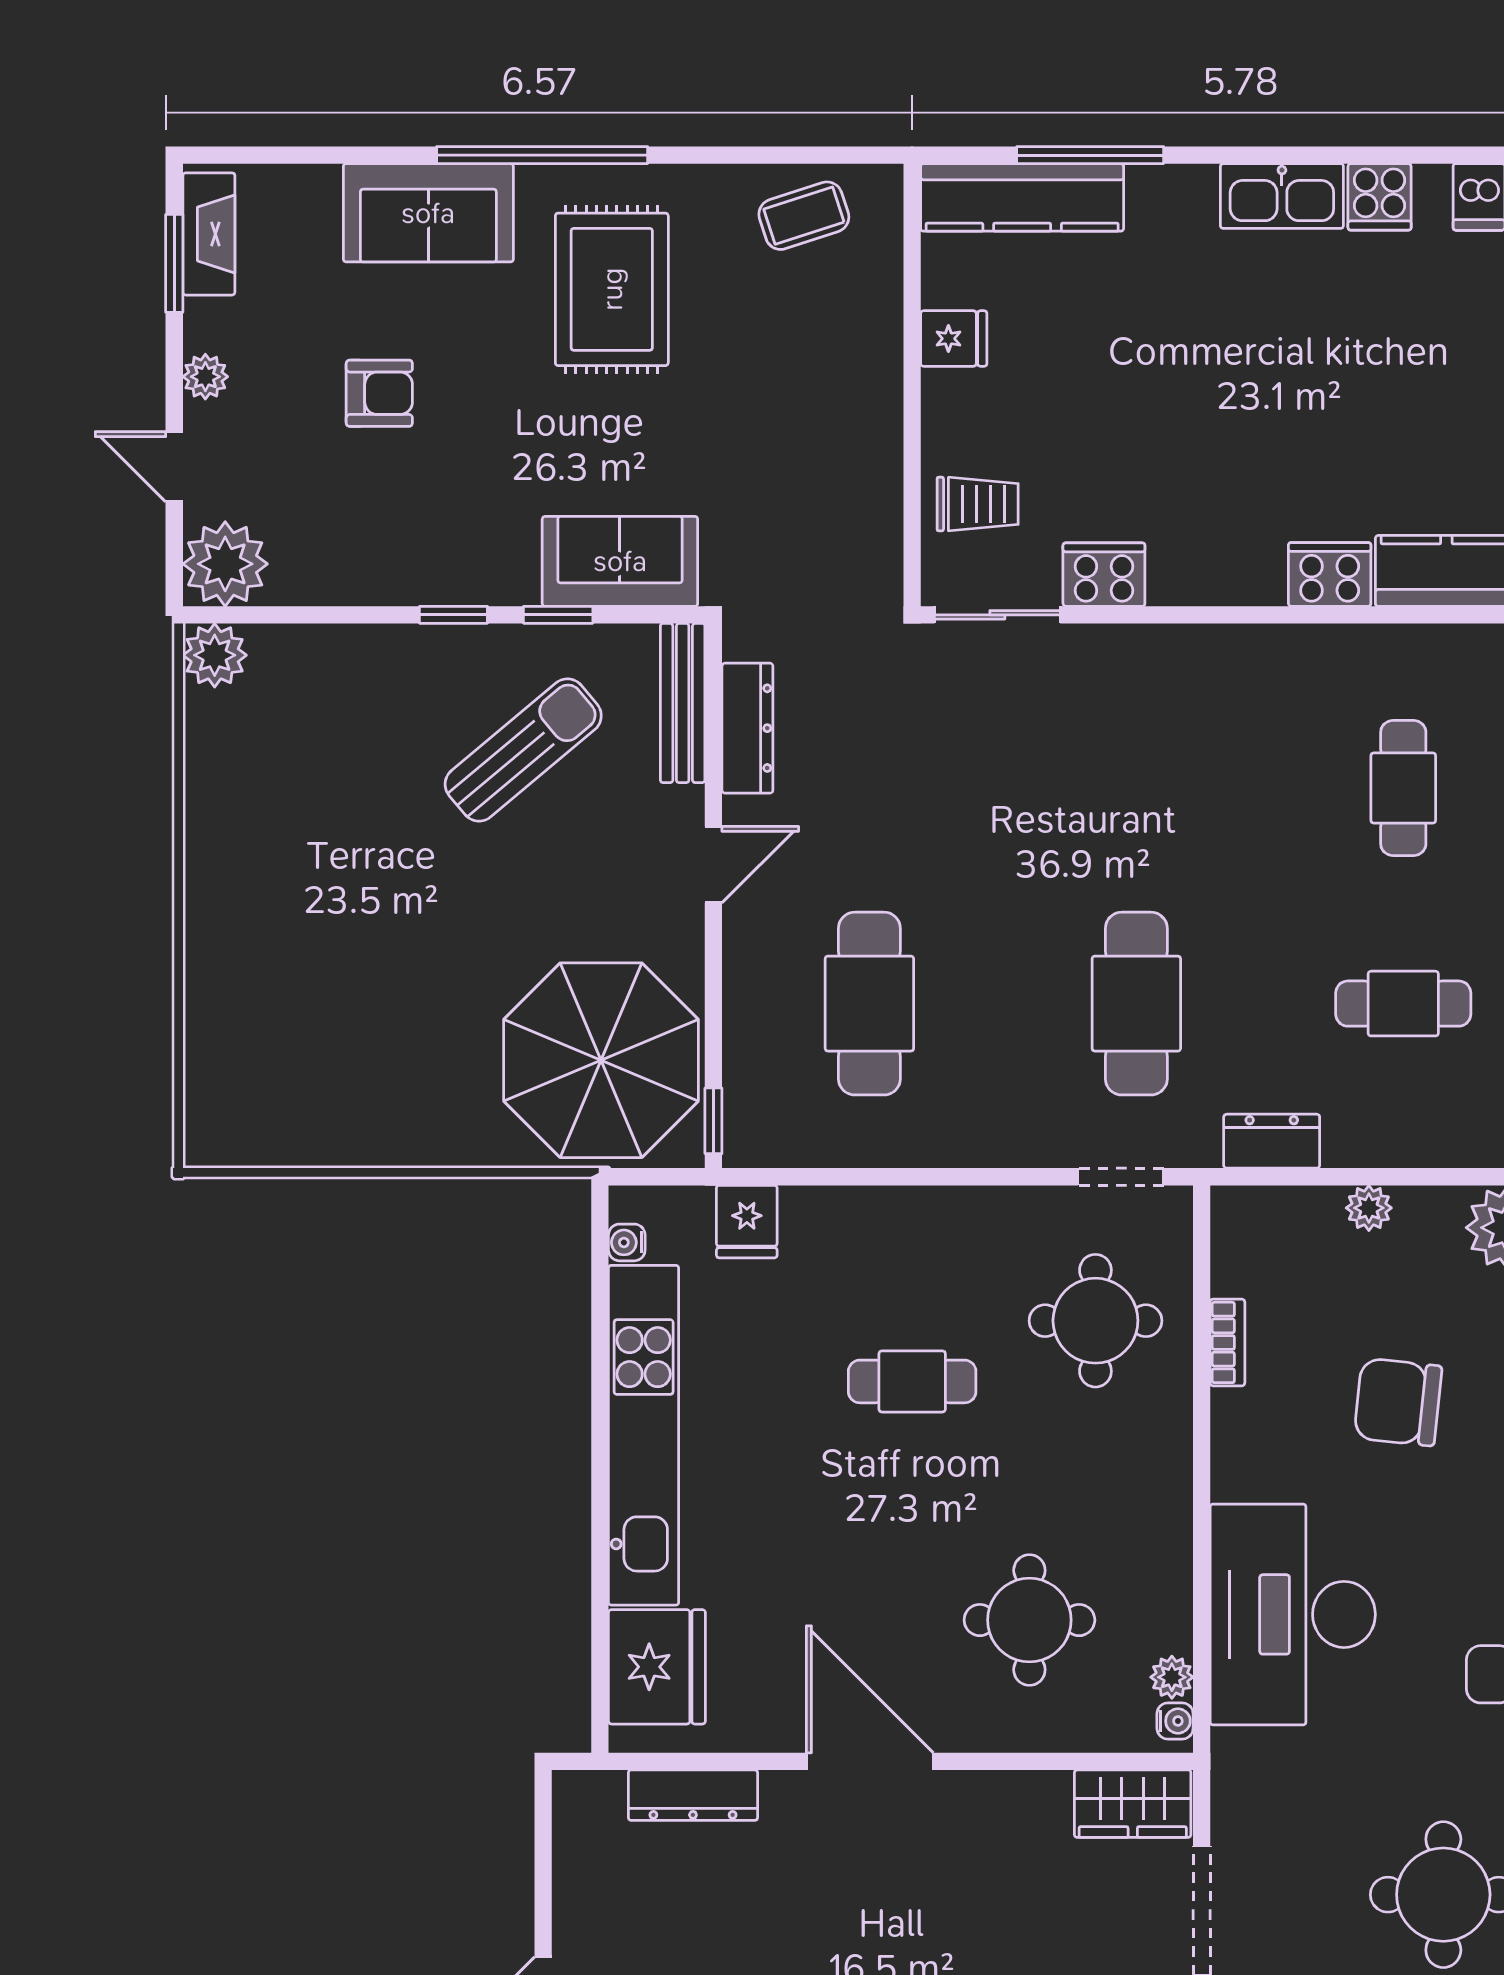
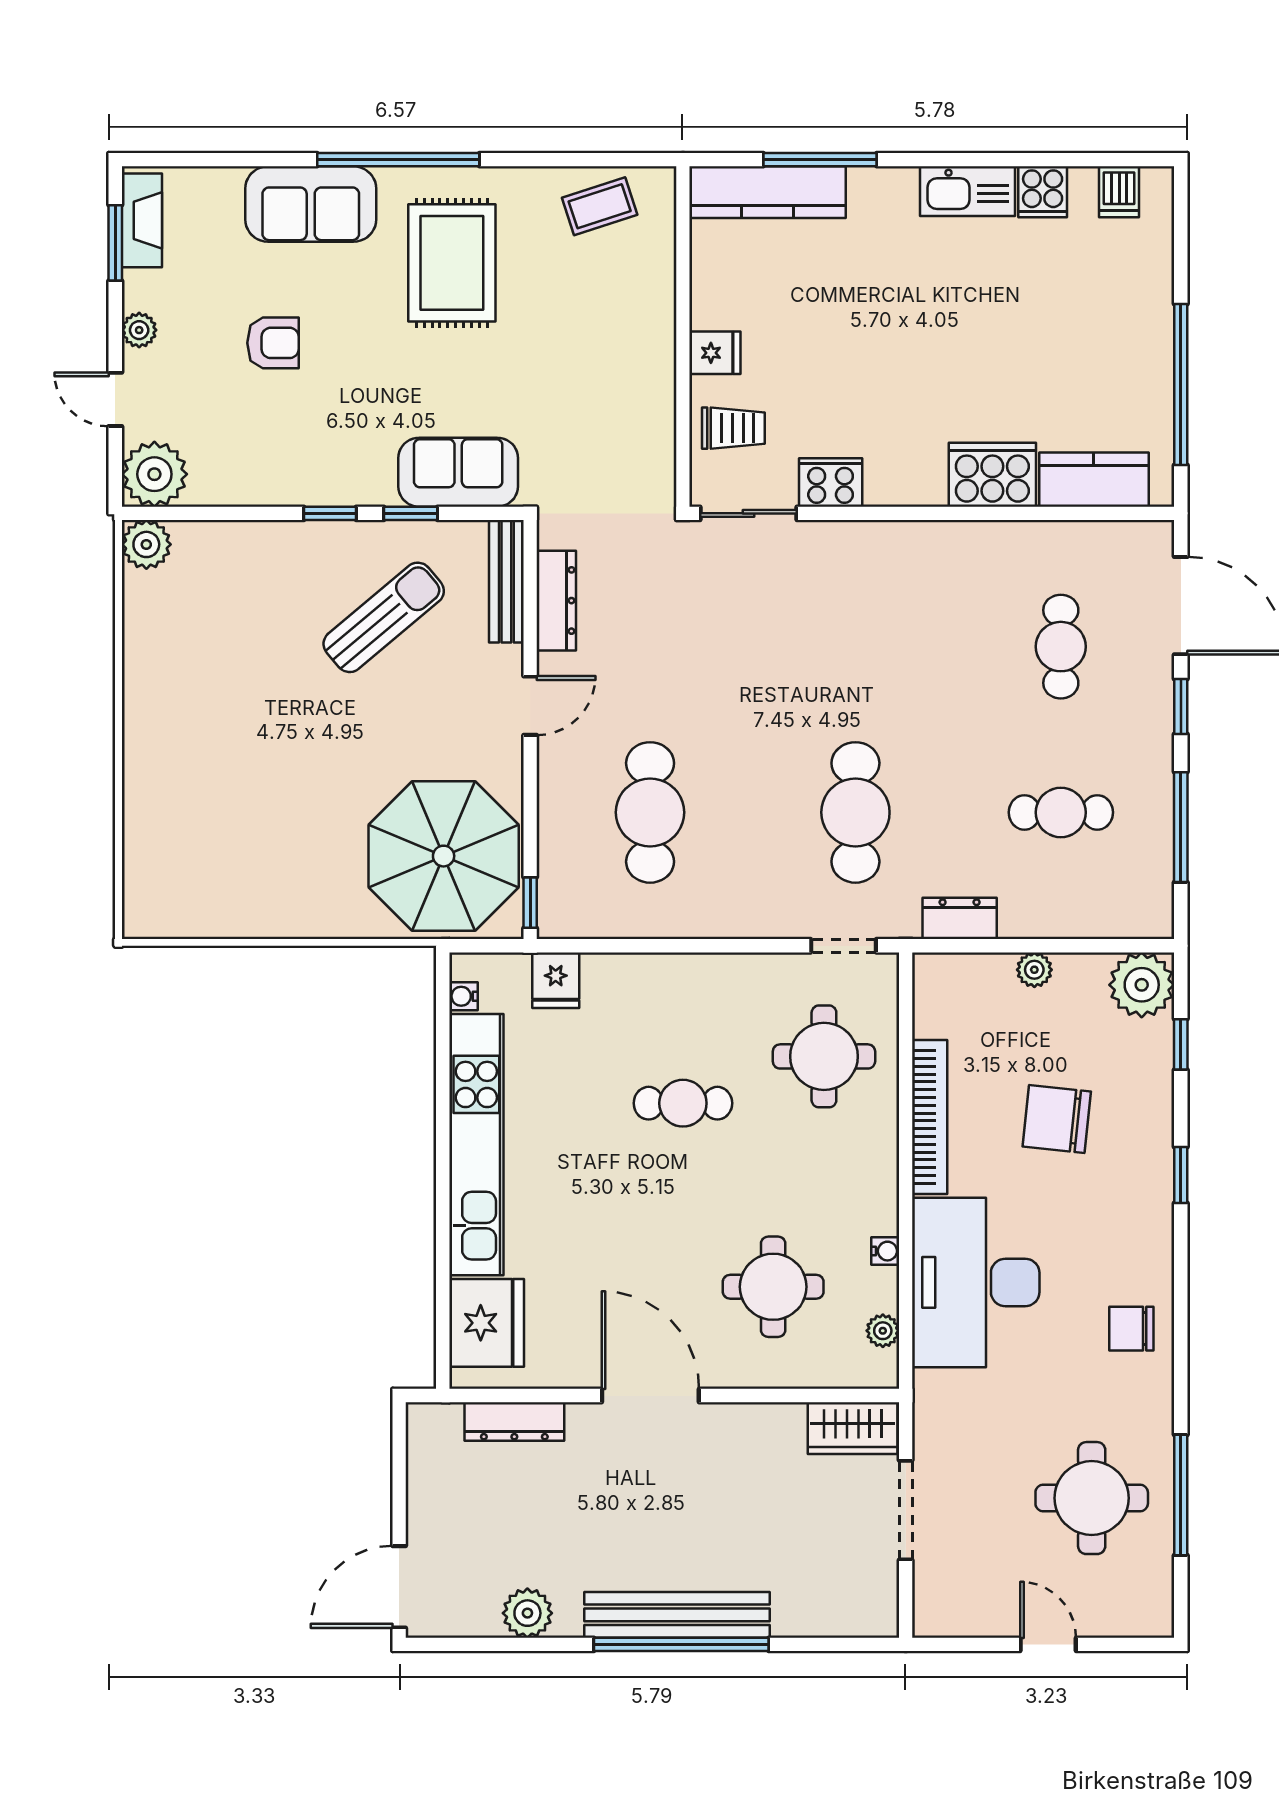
fridge: (954, 339) -> (715, 353), moved
cooker: (1330, 574) -> (992, 475), width x1.37, depth x1.31
bookcase: (1227, 1342) -> (930, 1117), width x2.31, depth x1.31
water cooler: (1175, 1721) -> (885, 1251), moved

